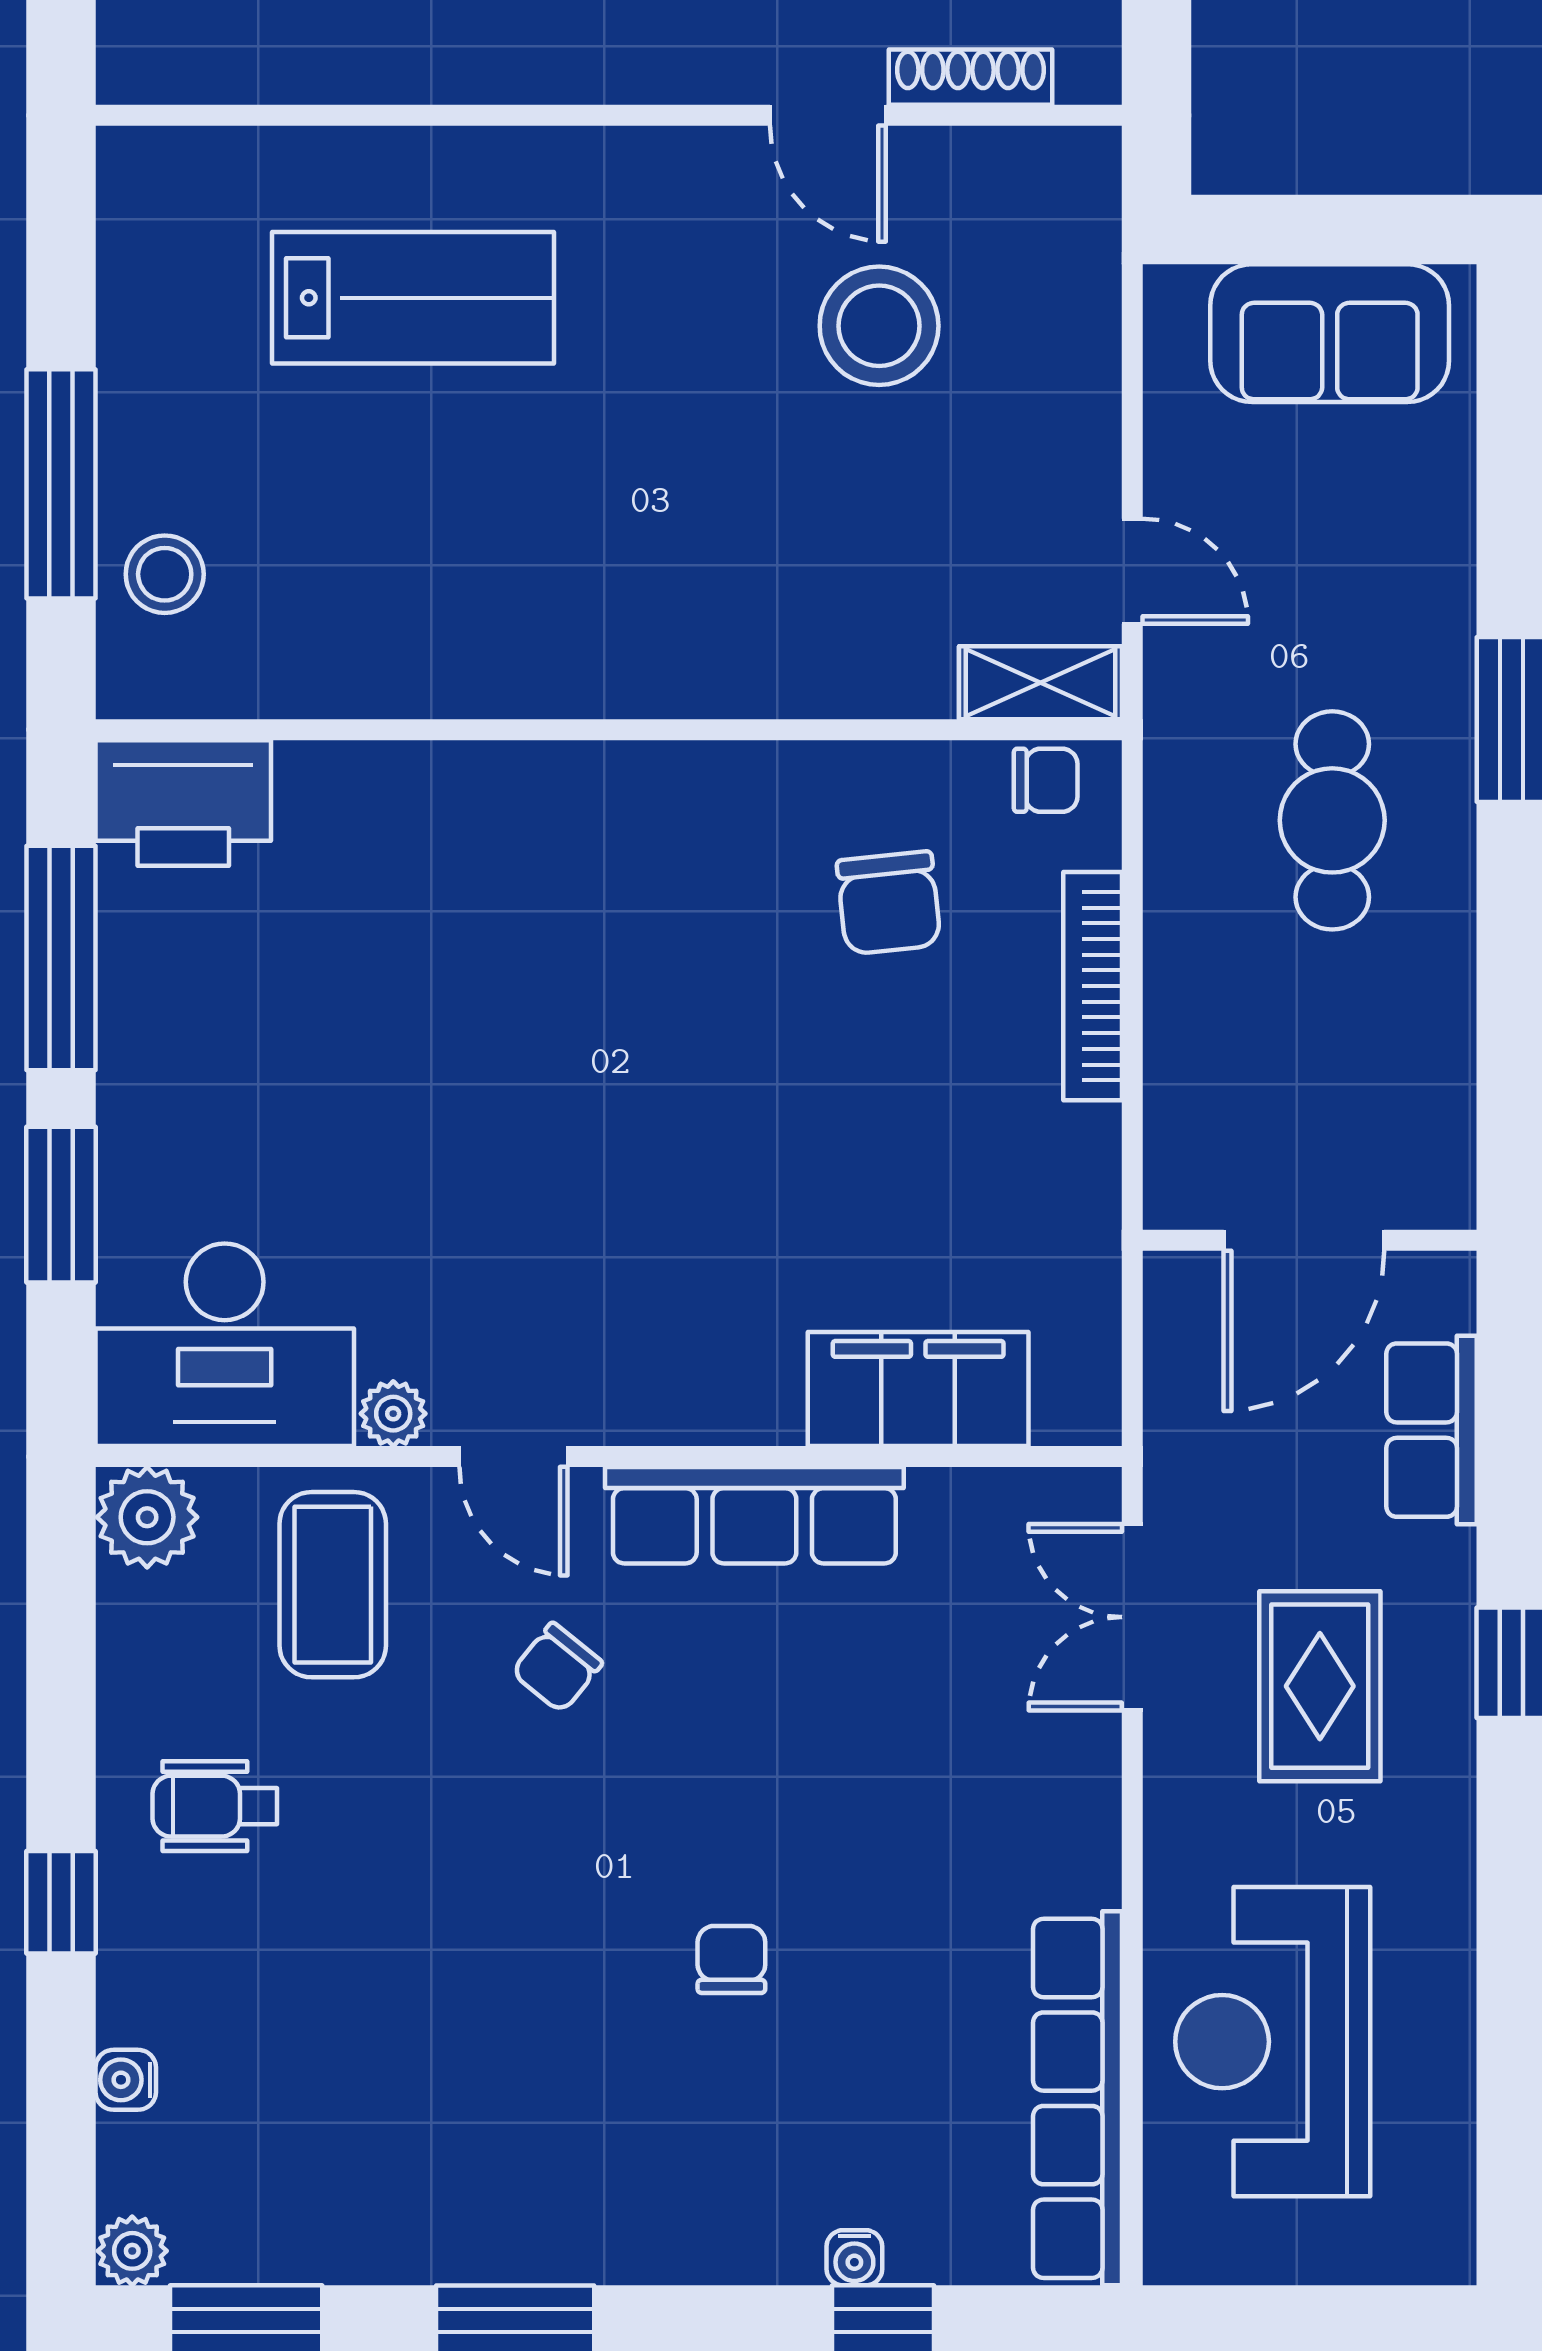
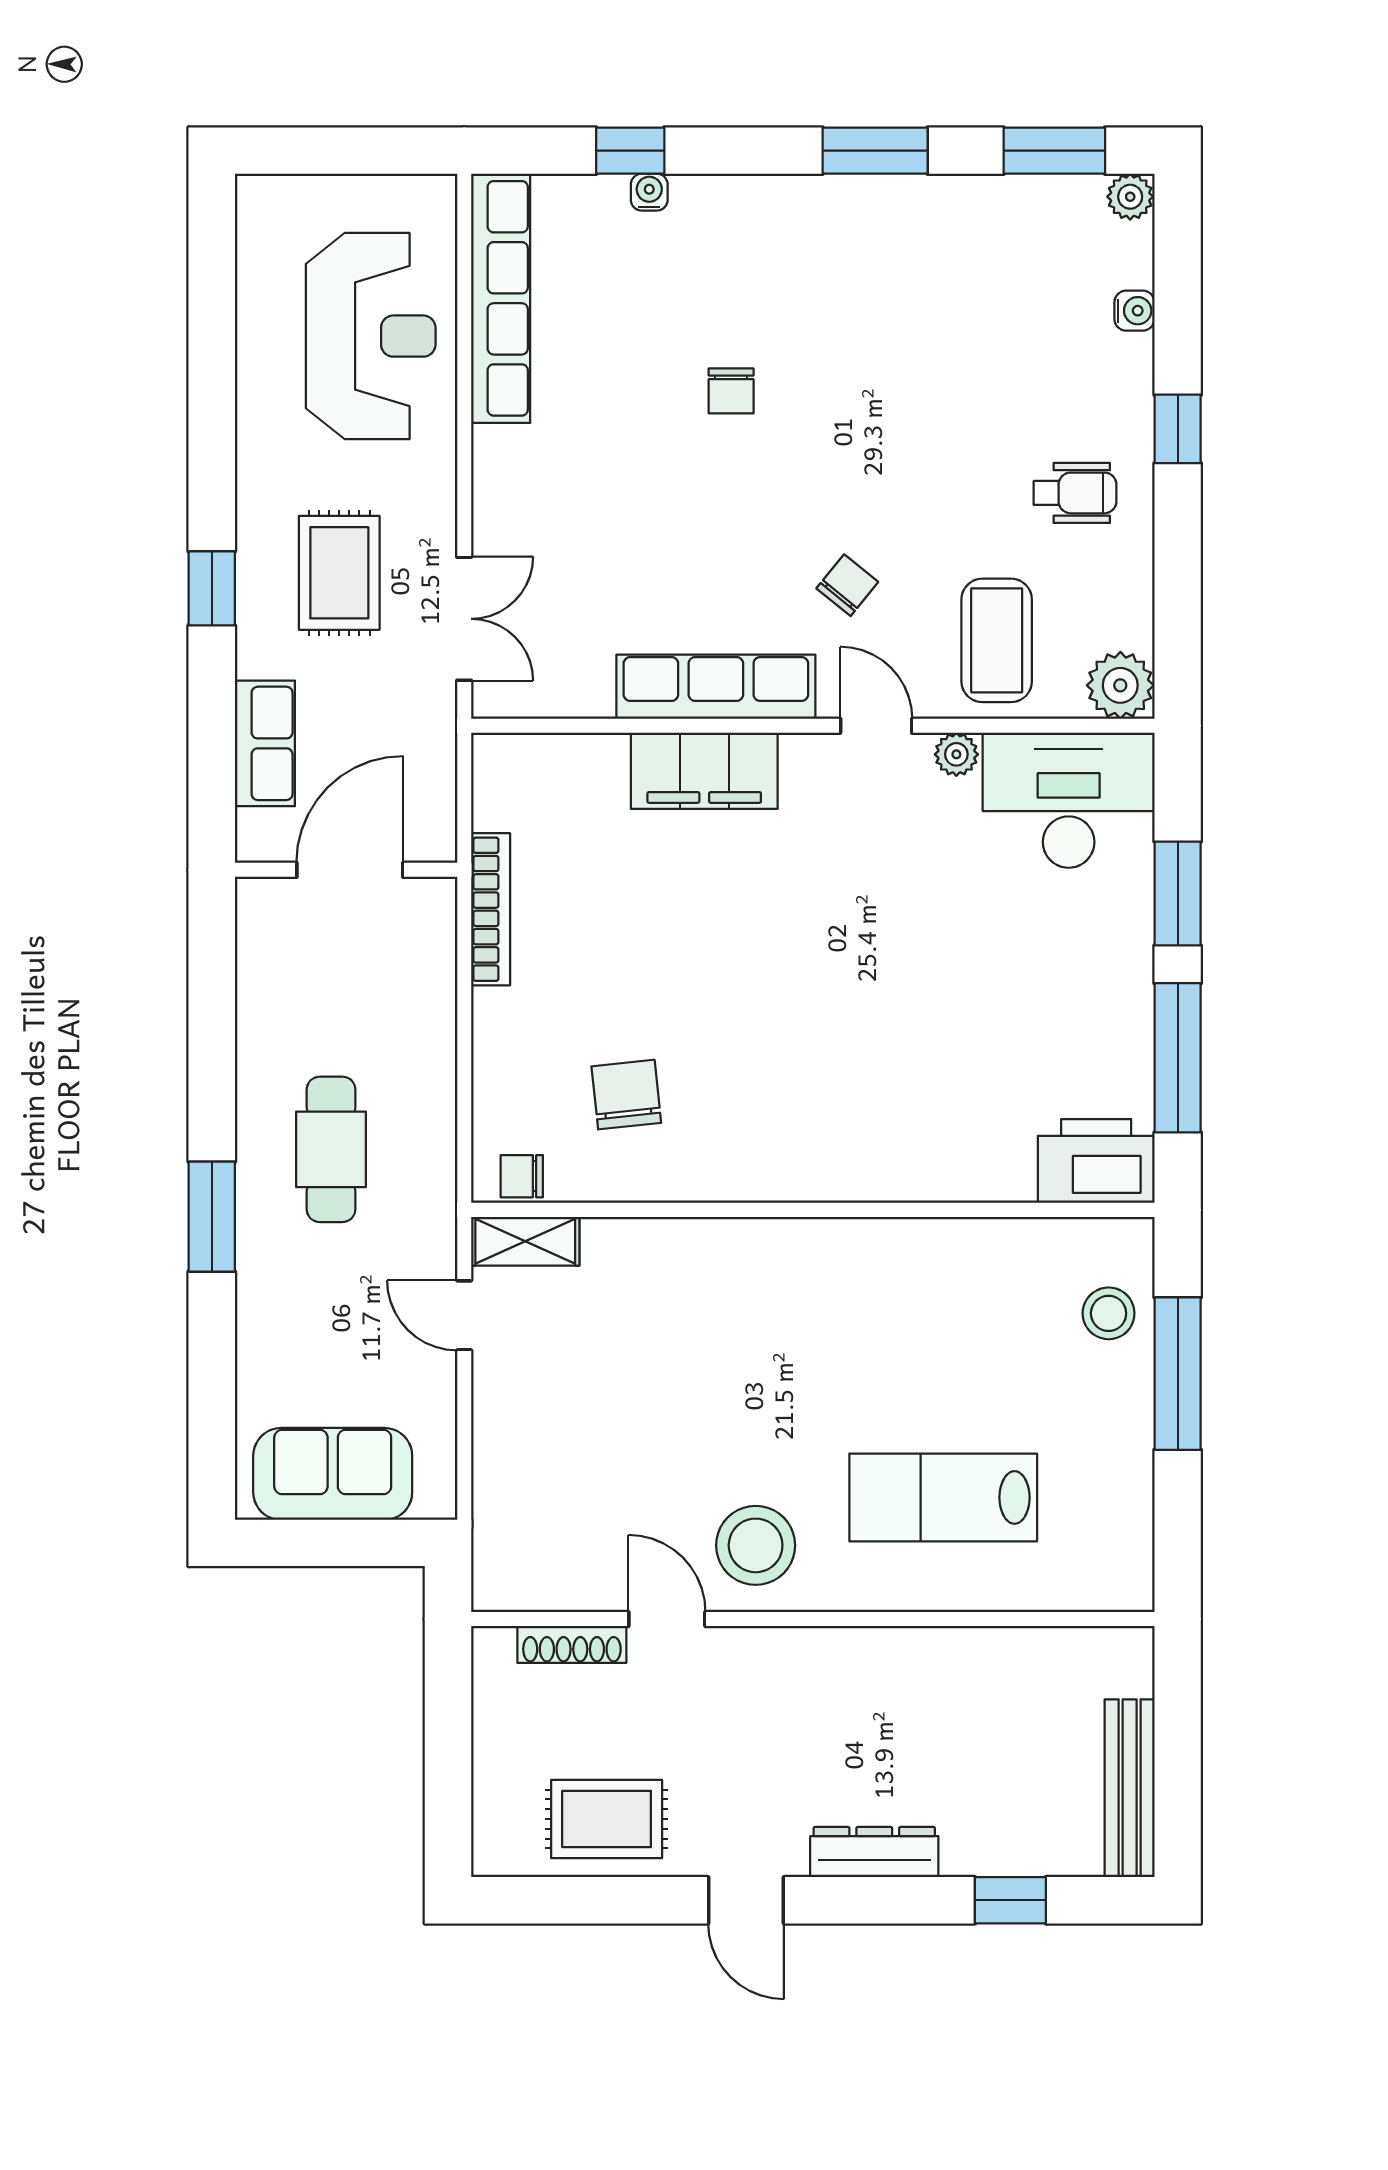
stool: (879, 326) -> (756, 1545), moved
bookcase: (1093, 986) -> (491, 909), moved
filing cabinet: (918, 1389) -> (704, 771), moved

